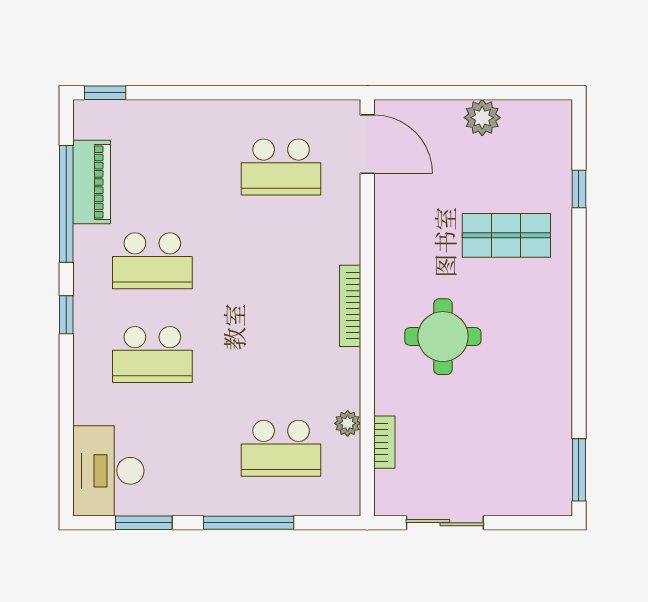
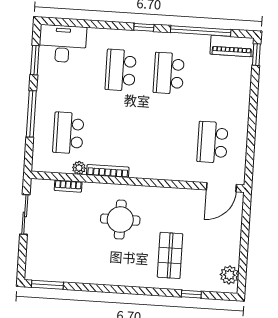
plant: (482, 118) -> (229, 275), moved
piano: (92, 182) -> (232, 46), moved
bookcase: (350, 306) -> (108, 171), moved

